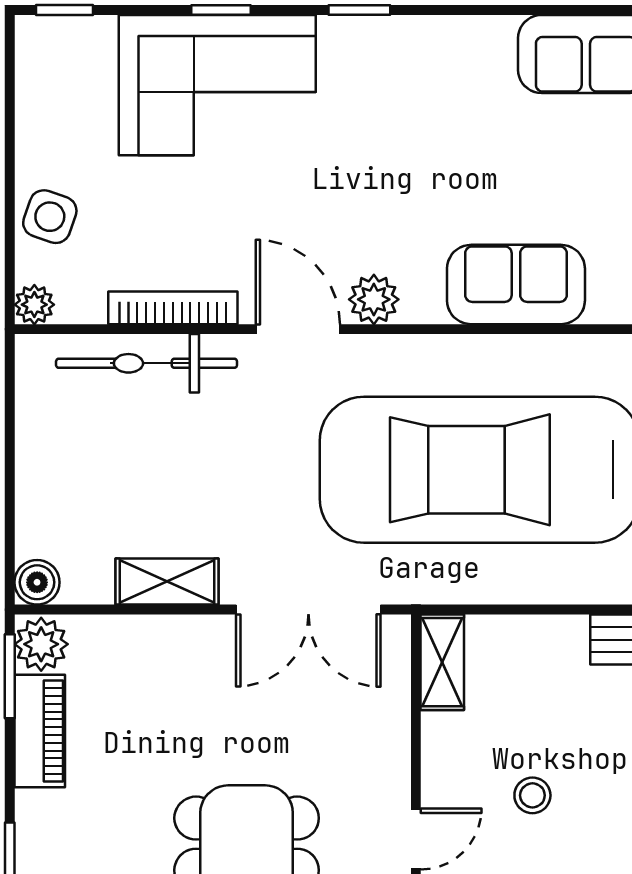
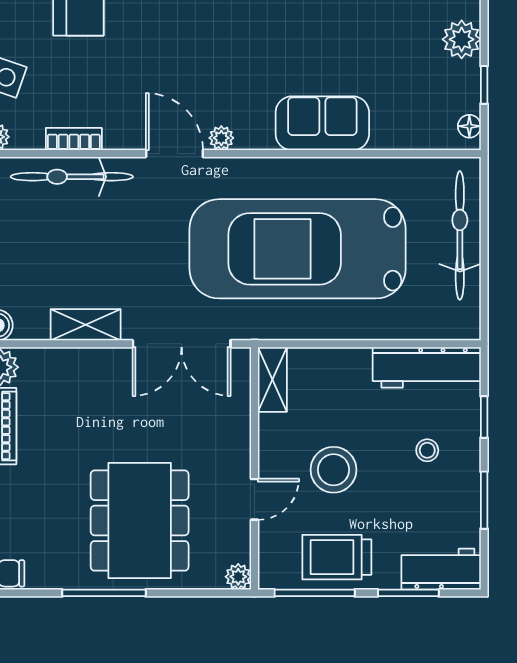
plant: (374, 299) -> (221, 138), width x0.73, depth x0.73
bookcase: (173, 308) -> (74, 139), width x0.64
stool: (532, 795) -> (334, 470), width x1.89, depth x1.89

